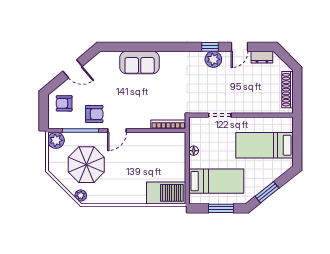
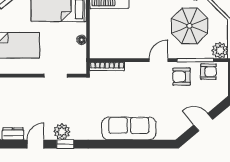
sofa: (140, 62) -> (129, 128), width x1.36
armchair: (64, 103) -> (208, 72), moved

